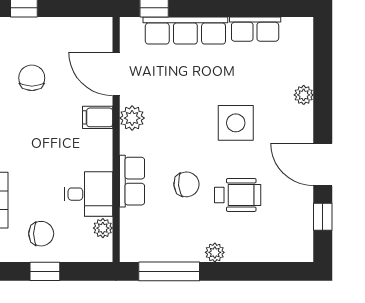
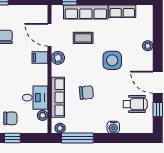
coffee table: (180, 80) -> (83, 38), added
row of seats: (132, 181) -> (58, 97), width x1.48
wheelchair: (238, 195) -> (135, 104), moved
water cooler: (238, 250) -> (113, 127), added
plant: (215, 252) -> (60, 128), moved

